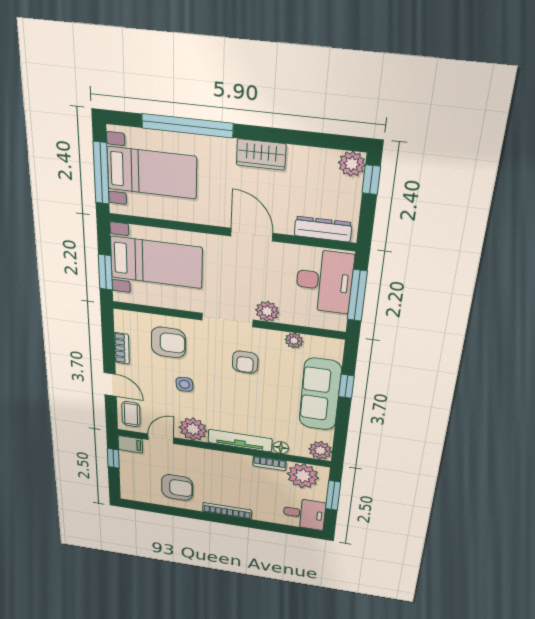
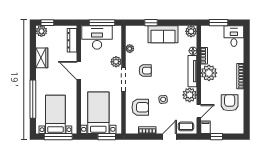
wardrobe: (261, 154) -> (42, 58), moved
door: (252, 235) -> (79, 70), hinge flipped
armchair: (168, 342) -> (140, 107), turned 90
sofa: (320, 394) -> (163, 34), width x0.73
door: (161, 439) -> (199, 111), swing flipped
plant: (303, 476) -> (209, 73), moved

